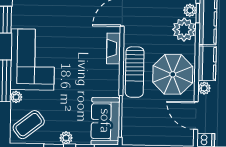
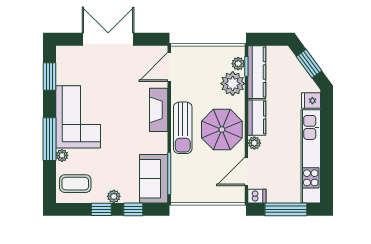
fireplace: (114, 48) -> (159, 110), width x1.37, depth x1.32
door: (196, 116) -> (246, 171), hinge flipped
coffee table: (29, 125) -> (75, 184), turned 38

